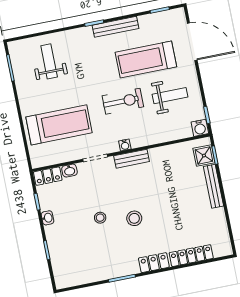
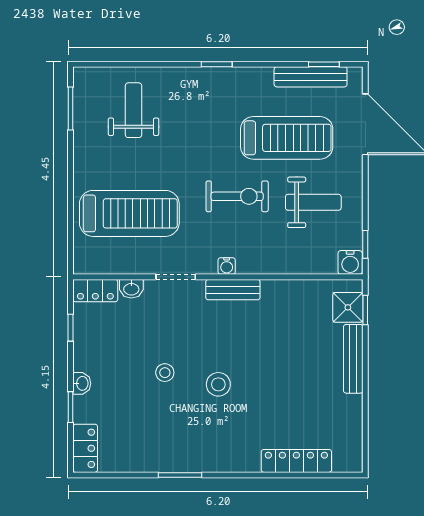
bench: (116, 27) -> (311, 77), moved
treadmill: (146, 60) -> (287, 138), turned 180
washbasin: (47, 218) -> (82, 383), moved
locker: (154, 263) -> (85, 448), moved, turned 90

